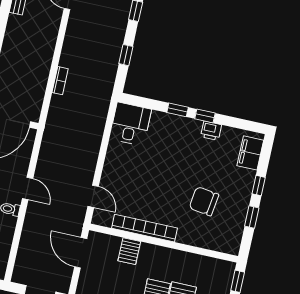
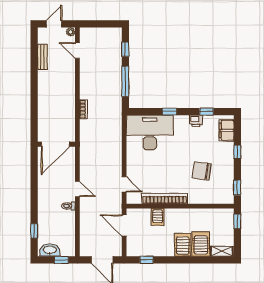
window: (126, 55) -> (125, 81), width x2.17
window: (205, 116) -> (207, 112), moved
desk: (130, 124) -> (150, 133), width x1.87, depth x1.30
window: (252, 217) -> (237, 188), moved

